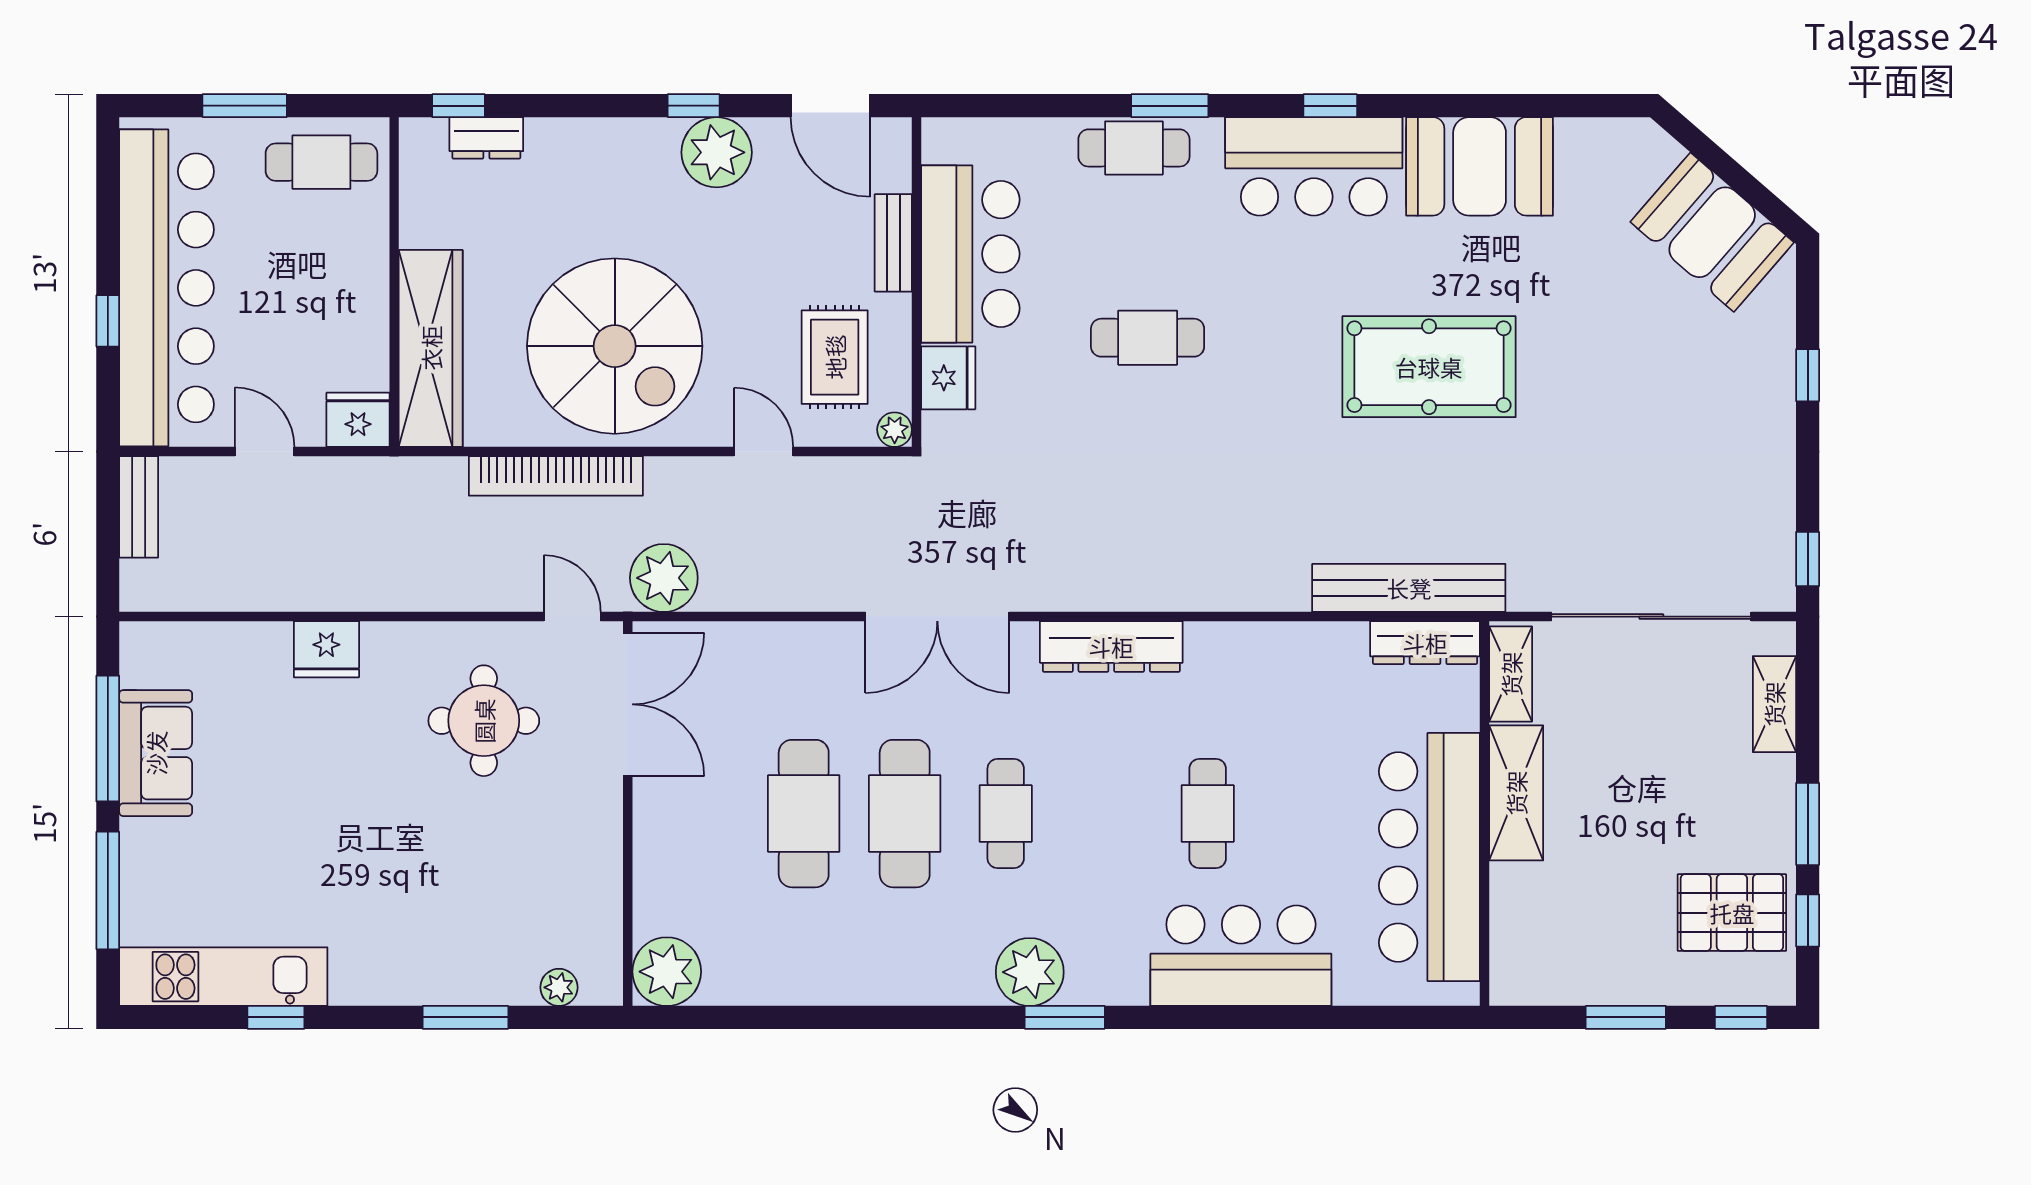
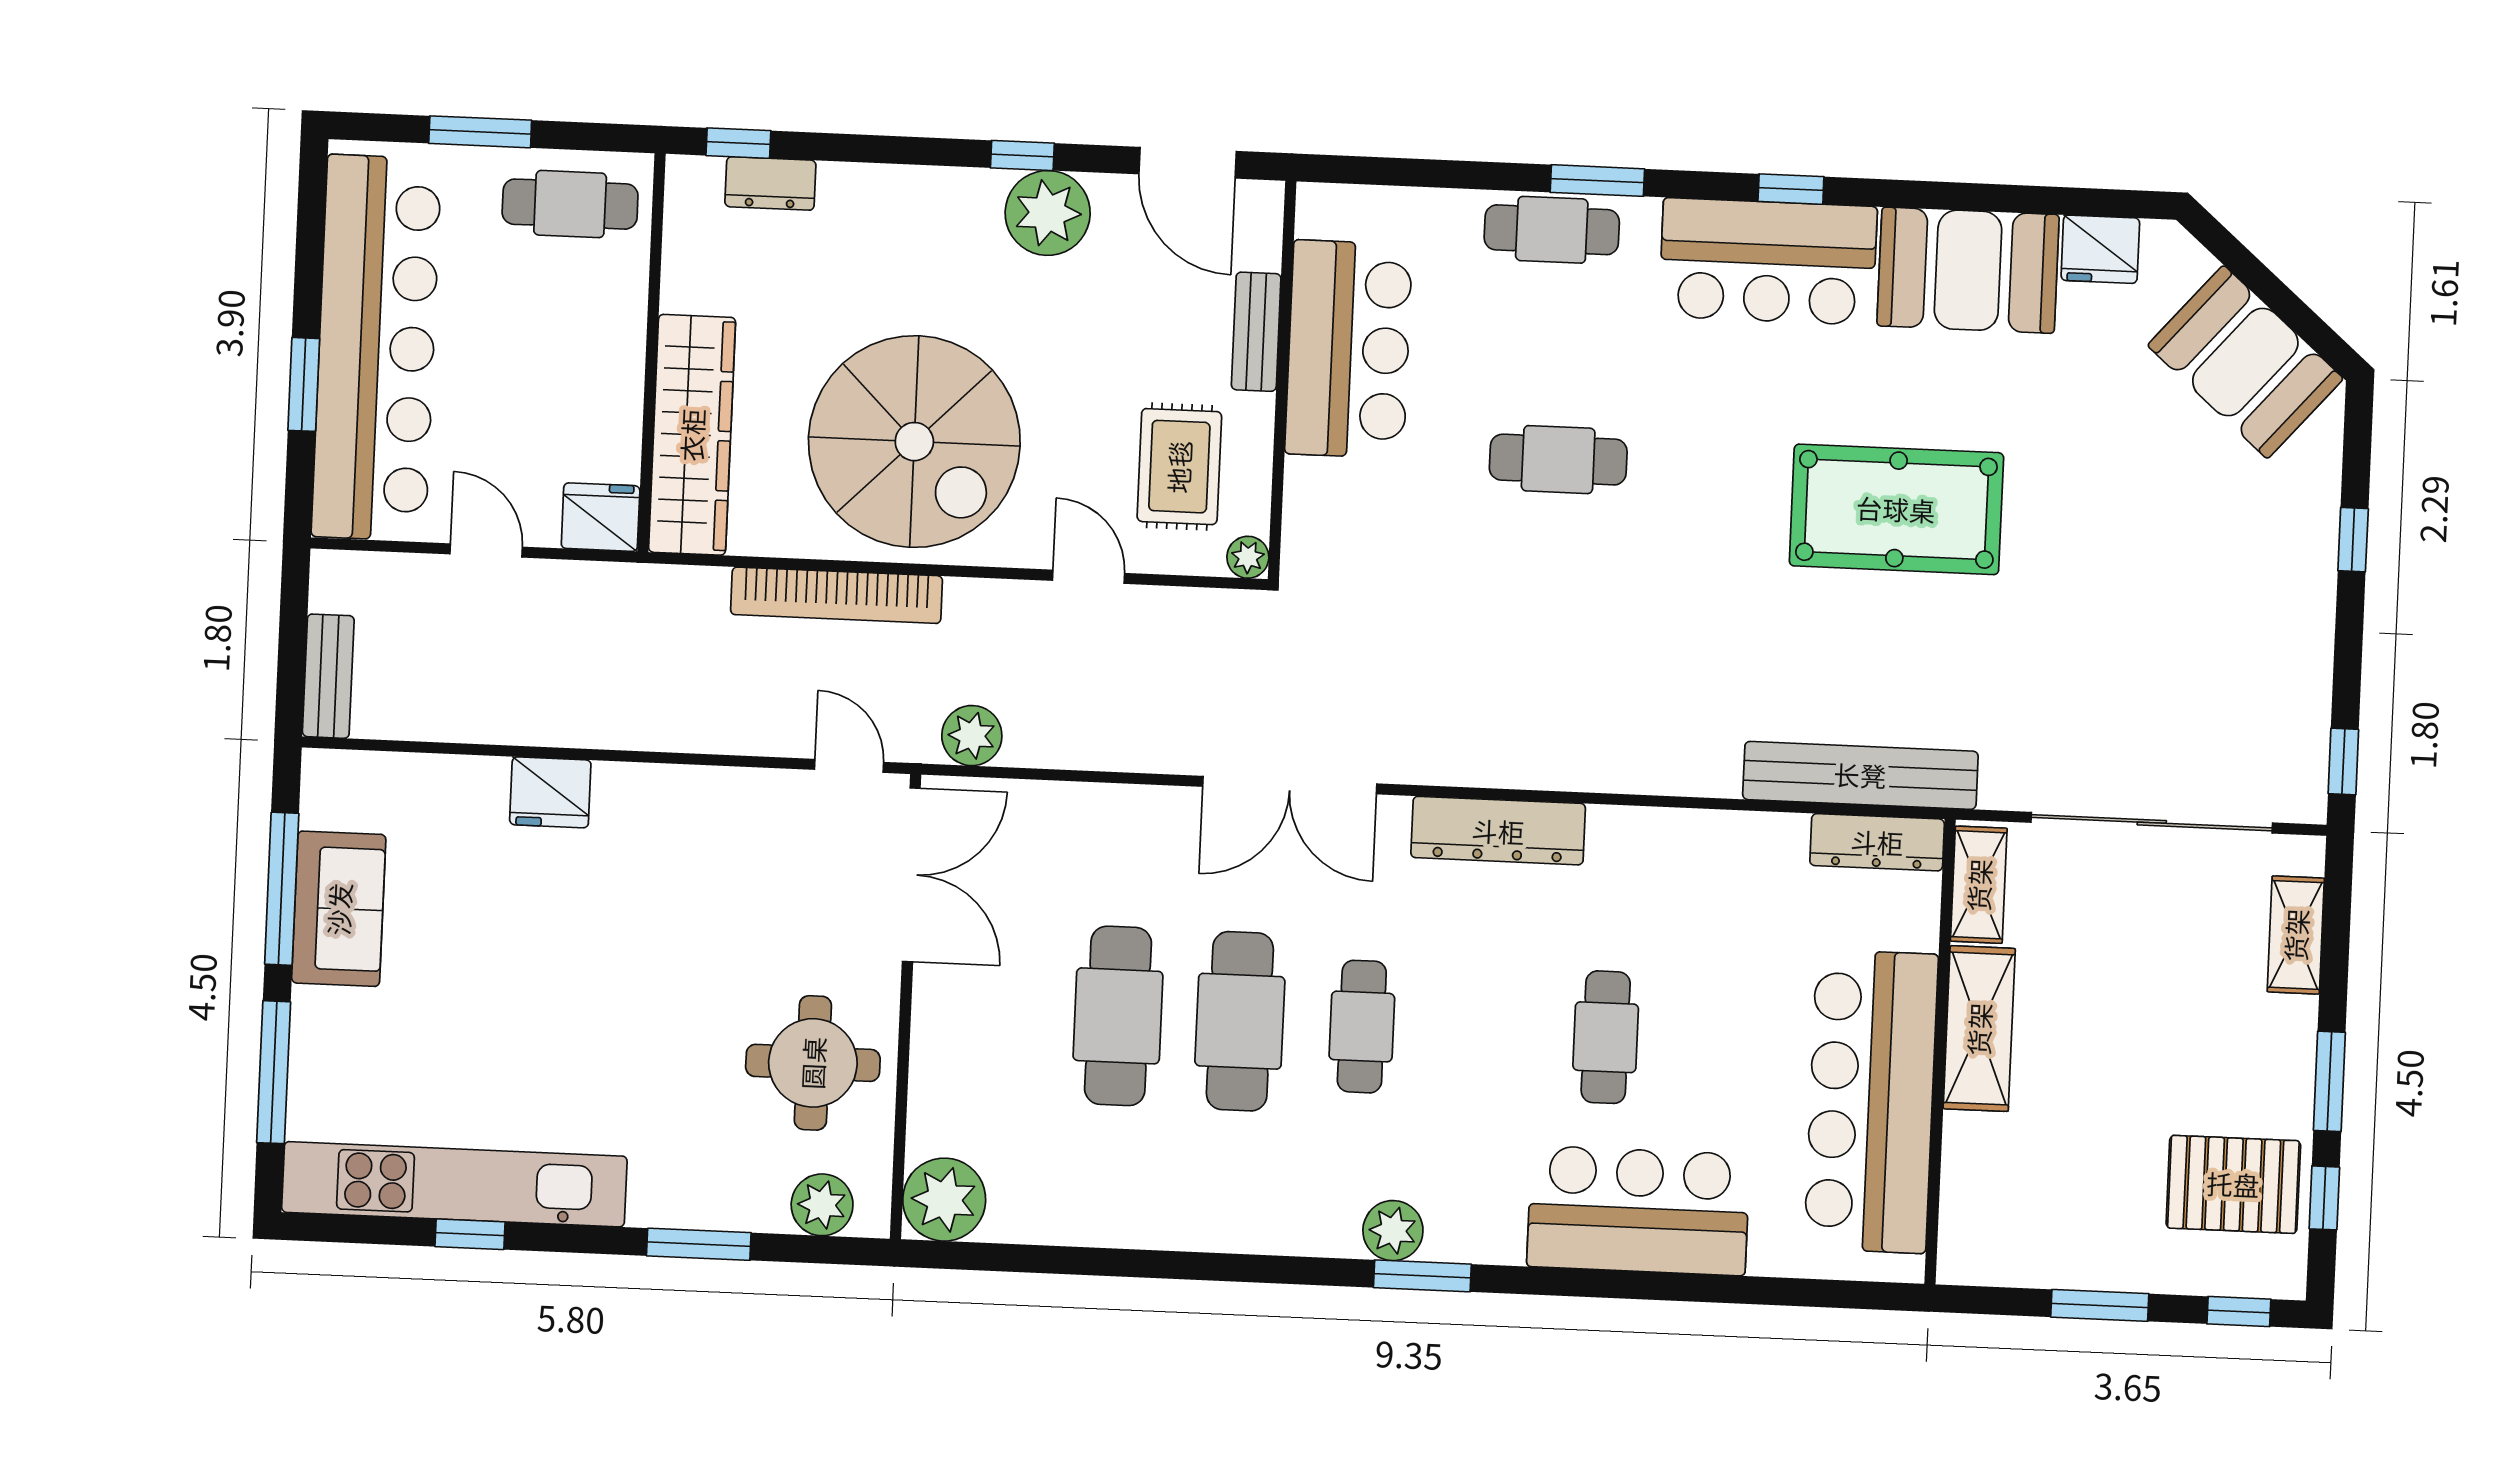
window: (108, 321) -> (304, 384), width x1.50
fridge: (948, 378) -> (2100, 249), moved, turned 90
bench: (139, 507) -> (328, 676), moved
plant: (664, 578) -> (972, 736), width x0.73, depth x0.73
round table: (484, 721) -> (813, 1063), moved
plant: (1030, 972) -> (1393, 1231), width x0.73, depth x0.73
kitchen unit: (223, 977) -> (454, 1184), width x1.36
plant: (559, 987) -> (822, 1205), width x1.38, depth x1.38

